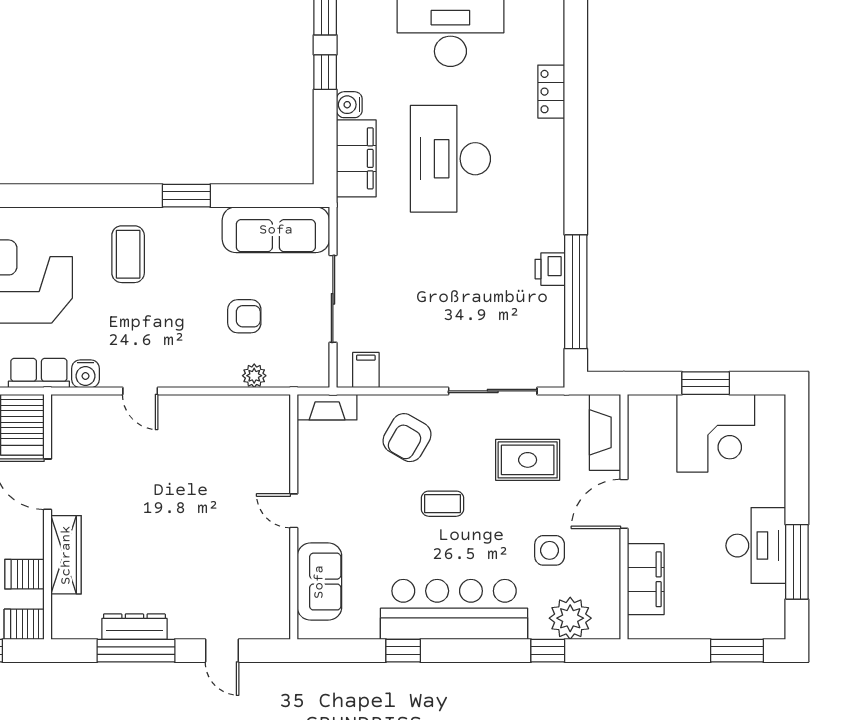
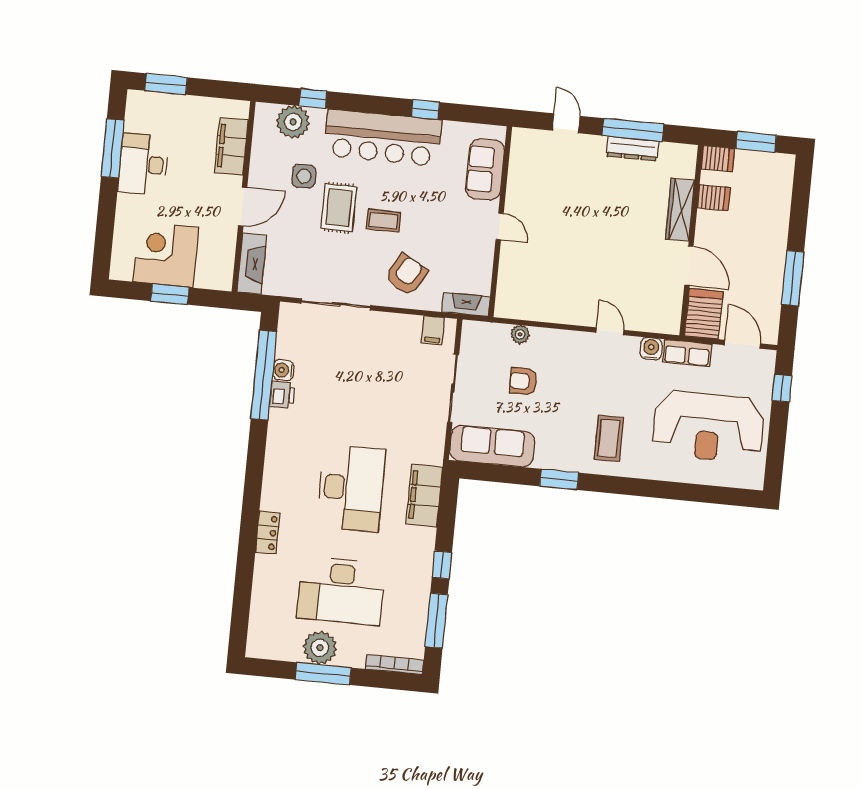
water cooler: (349, 105) -> (283, 370), moved, turned 180
rug: (528, 460) -> (339, 208), moved, turned 90

